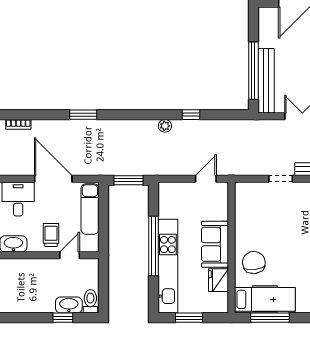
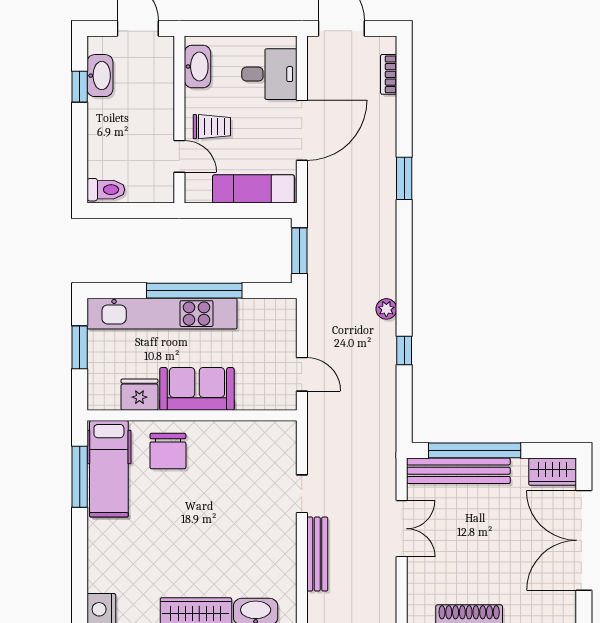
wardrobe: (267, 22) -> (553, 472), added
chair: (254, 262) -> (168, 451), turned 96
washbasin: (69, 305) -> (100, 76), moved
window: (63, 318) -> (80, 87), moved

